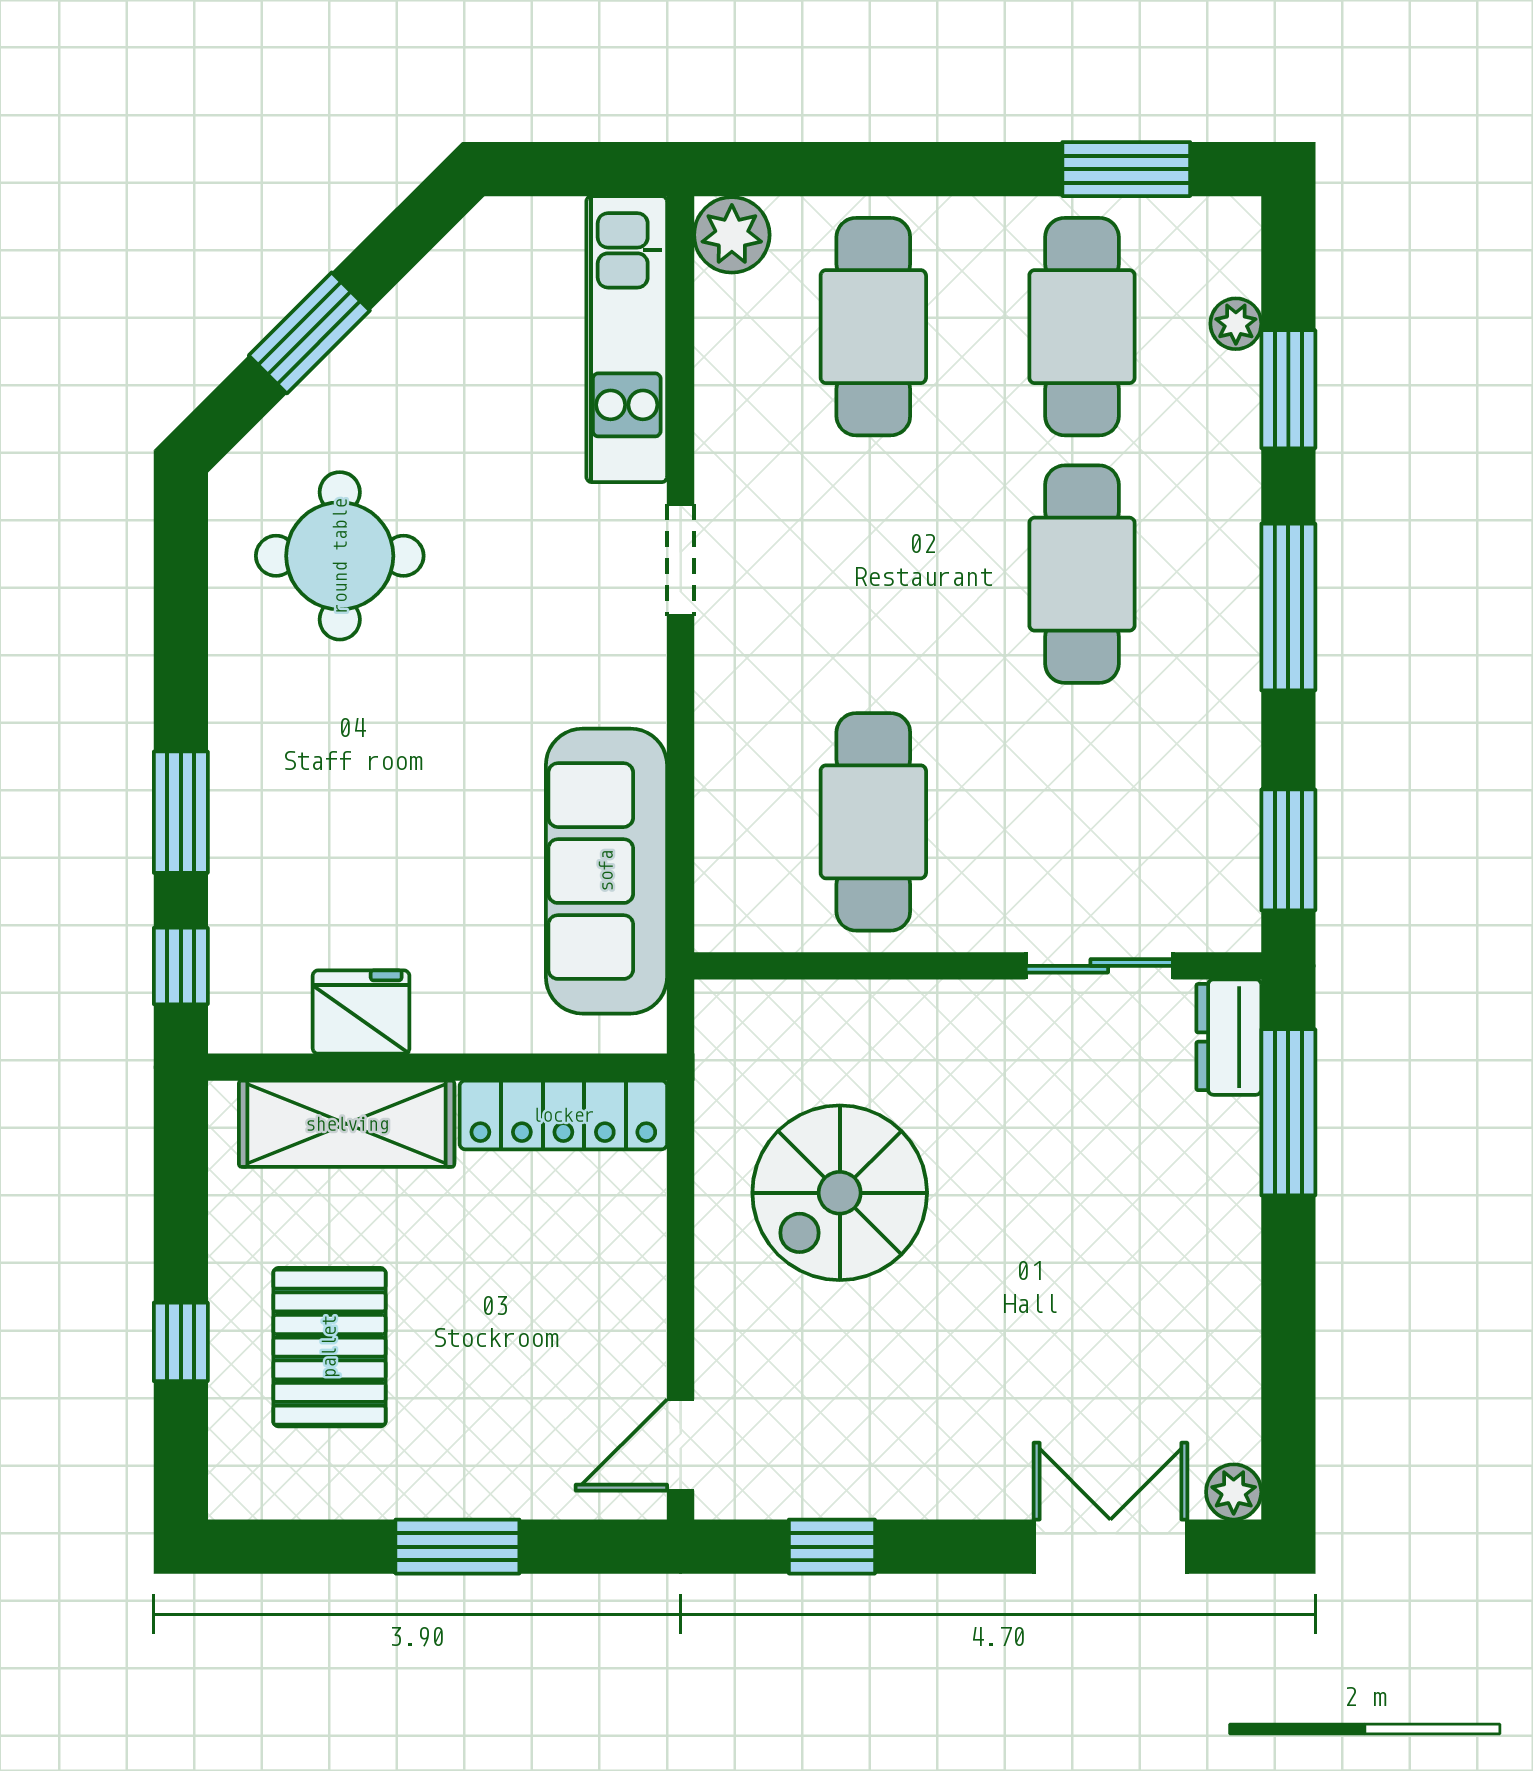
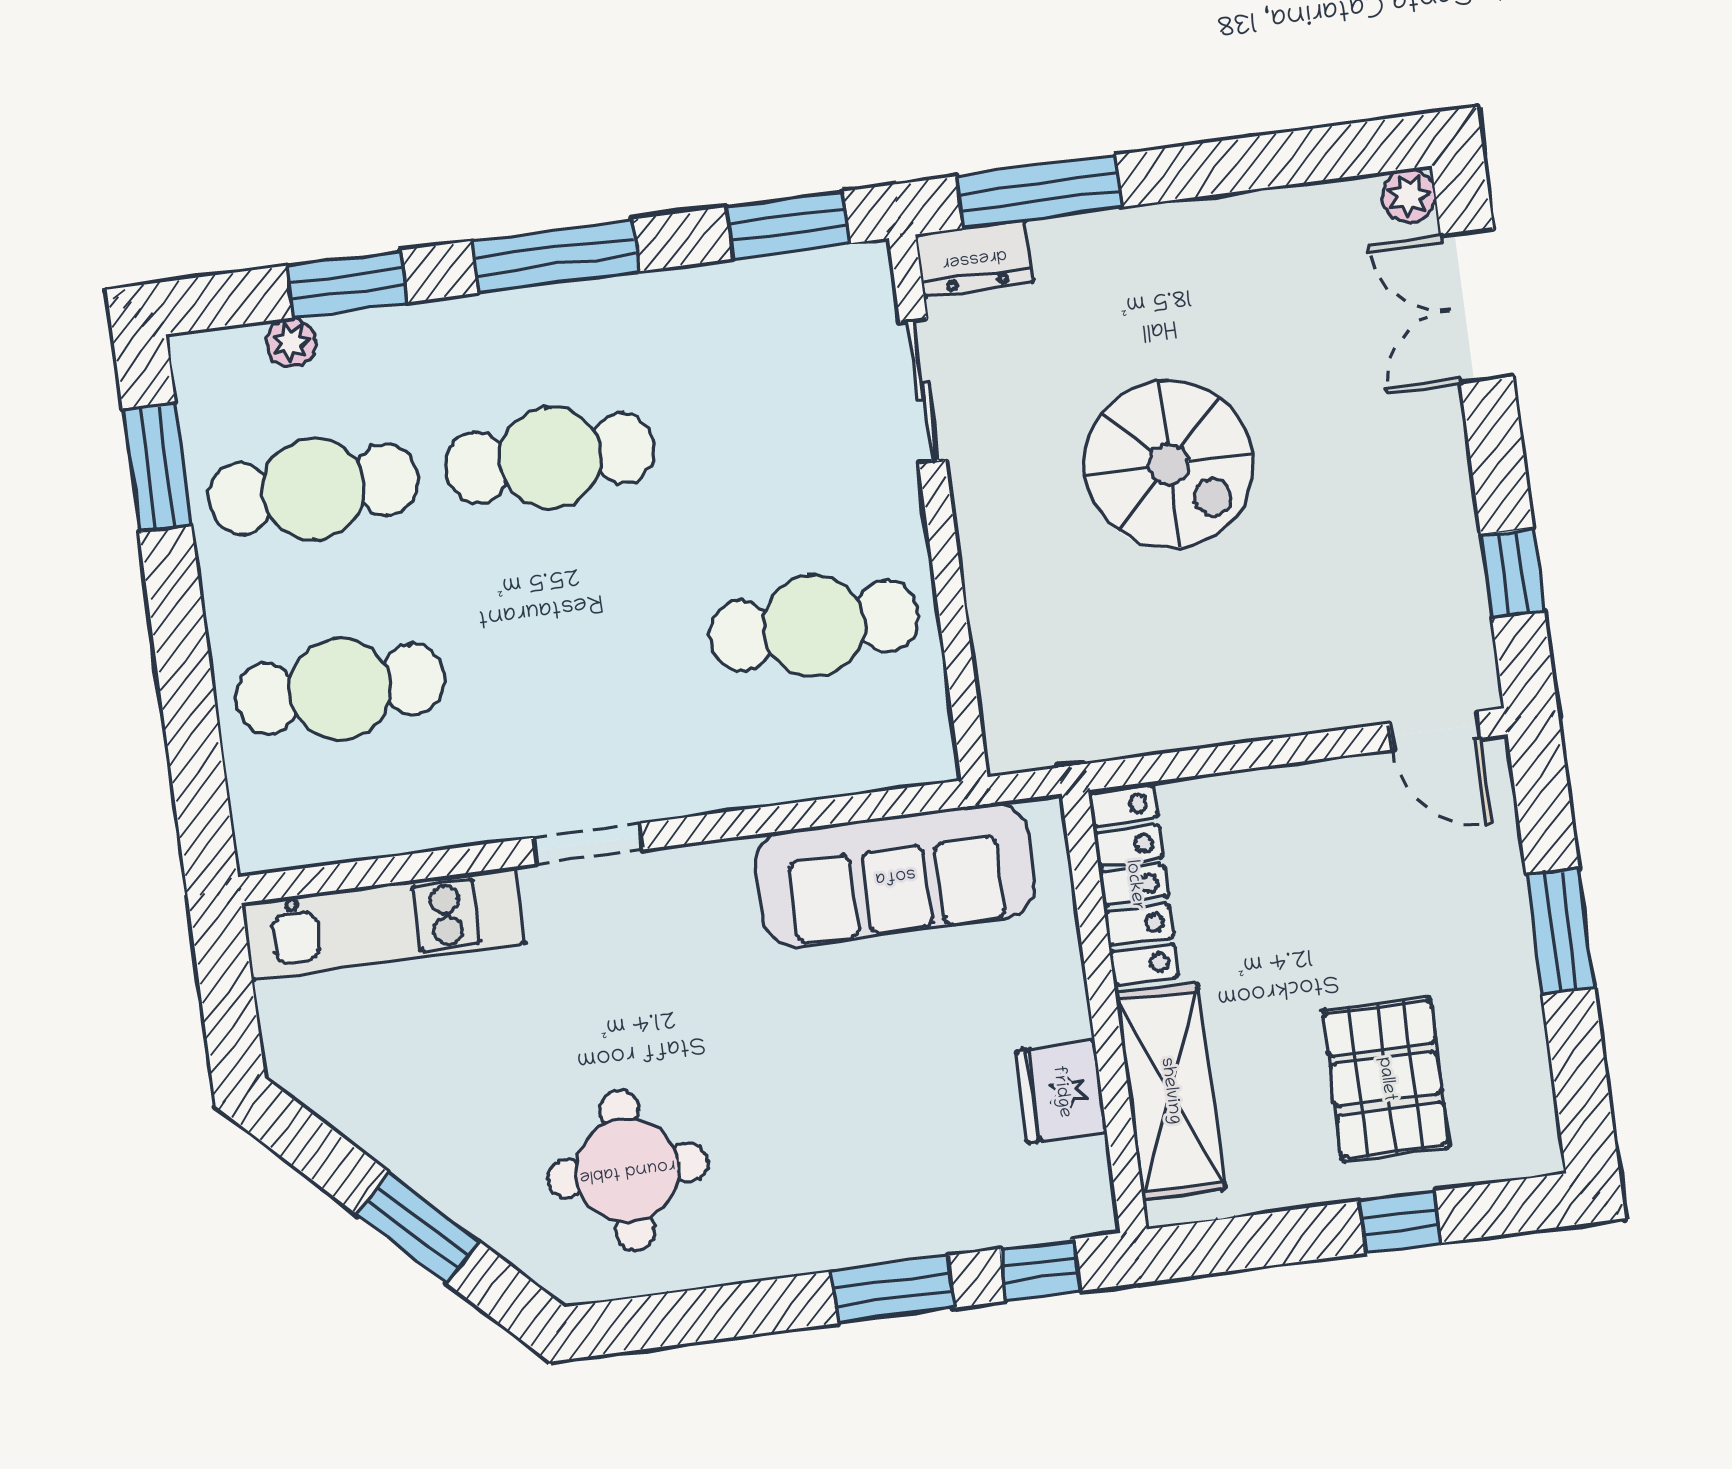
plant: (732, 235) -> (270, 836), removed
spiral stairs: (840, 1193) -> (1169, 464), moved
pallet: (329, 1347) -> (1386, 1079), turned 90

